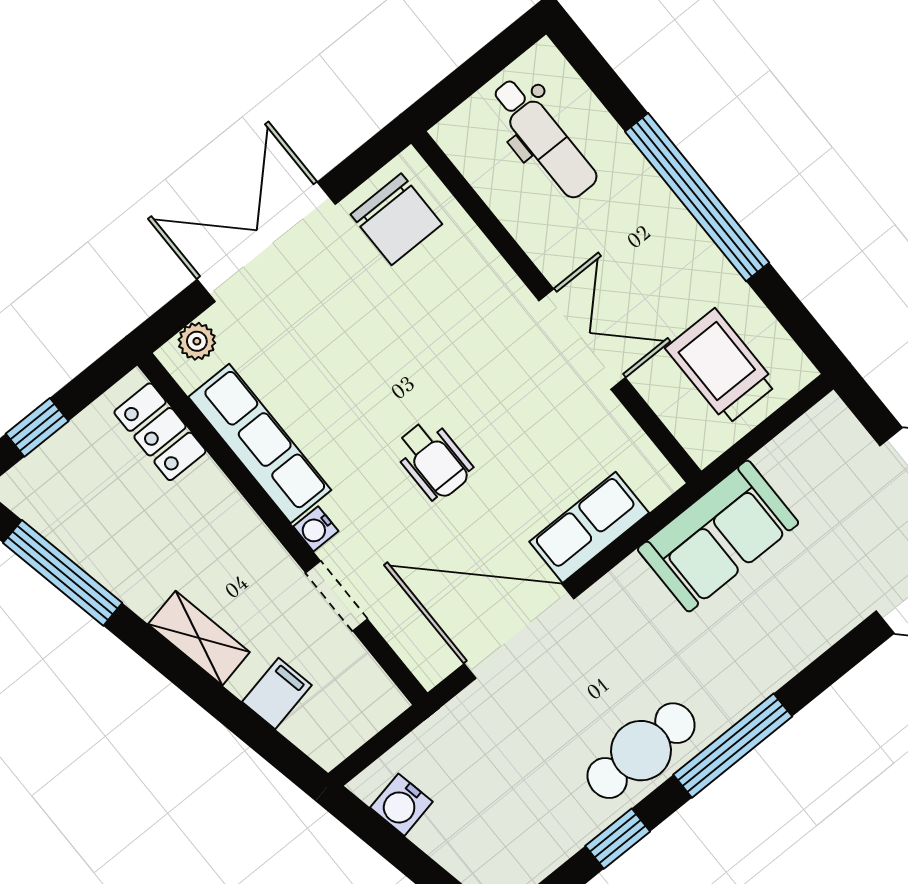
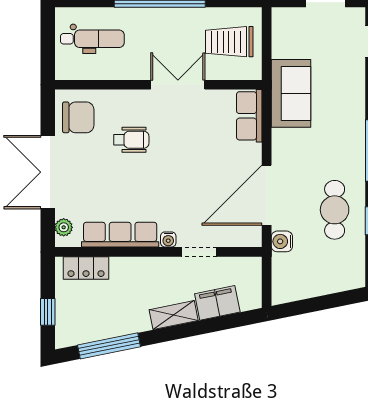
wheelchair: (433, 460) -> (131, 140), moved
row of seats: (589, 527) -> (249, 116), moved
filing cabinet: (277, 693) -> (217, 303), width x2.00
cafe table: (641, 751) -> (335, 210), moved
water cooler: (401, 805) -> (282, 241), moved, turned 101

